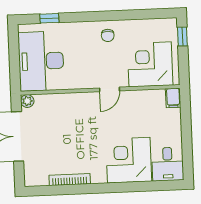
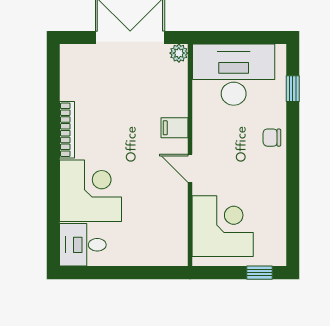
chair: (108, 35) -> (272, 138), moved
filing cabinet: (173, 98) -> (175, 128), moved
bookcase: (70, 180) -> (67, 130), moved

